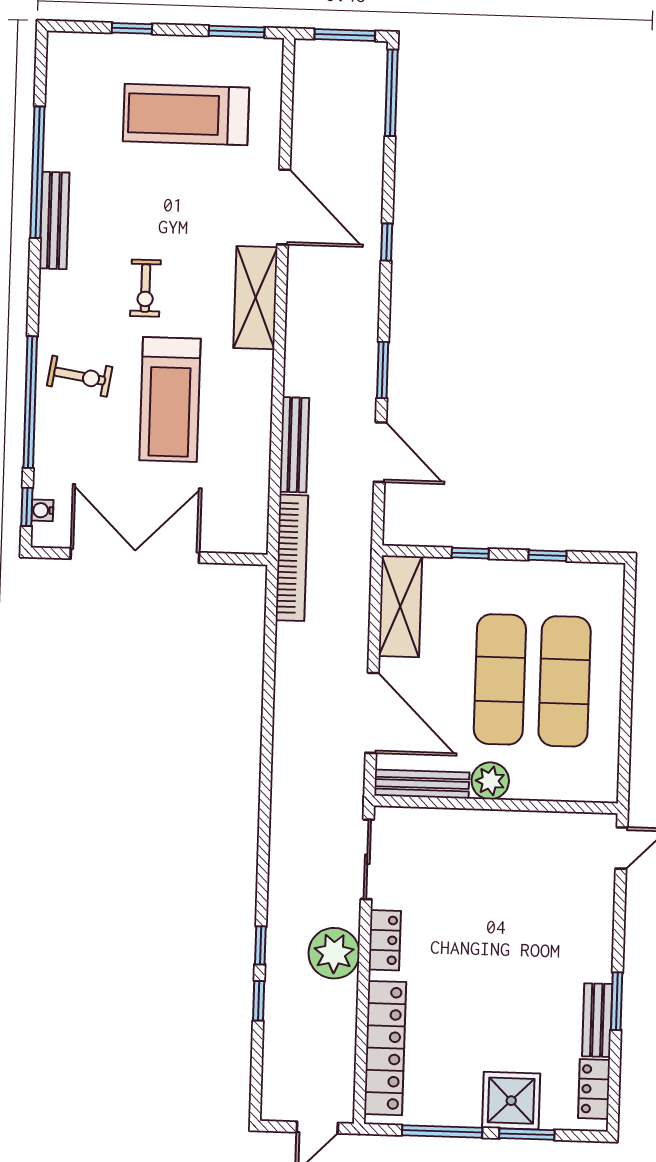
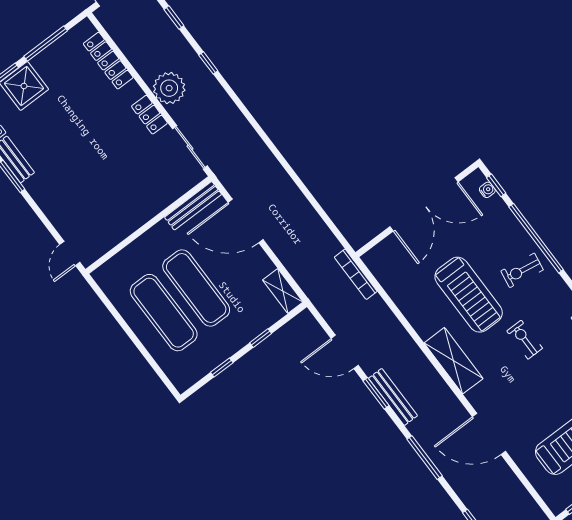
window: (387, 242) -> (425, 458), width x2.17
shelving: (255, 298) -> (454, 361), moved
treadmill: (170, 400) -> (469, 295), turned 180
bench: (294, 445) -> (393, 397), moved
bookcase: (292, 558) -> (356, 274), width x0.68, depth x0.76
shelving: (400, 606) -> (283, 291), width x0.67, depth x0.75
plant: (490, 781) -> (161, 234), removed
window: (259, 1001) -> (174, 17), moved
locker: (385, 1048) -> (108, 61), width x0.71, depth x0.83

